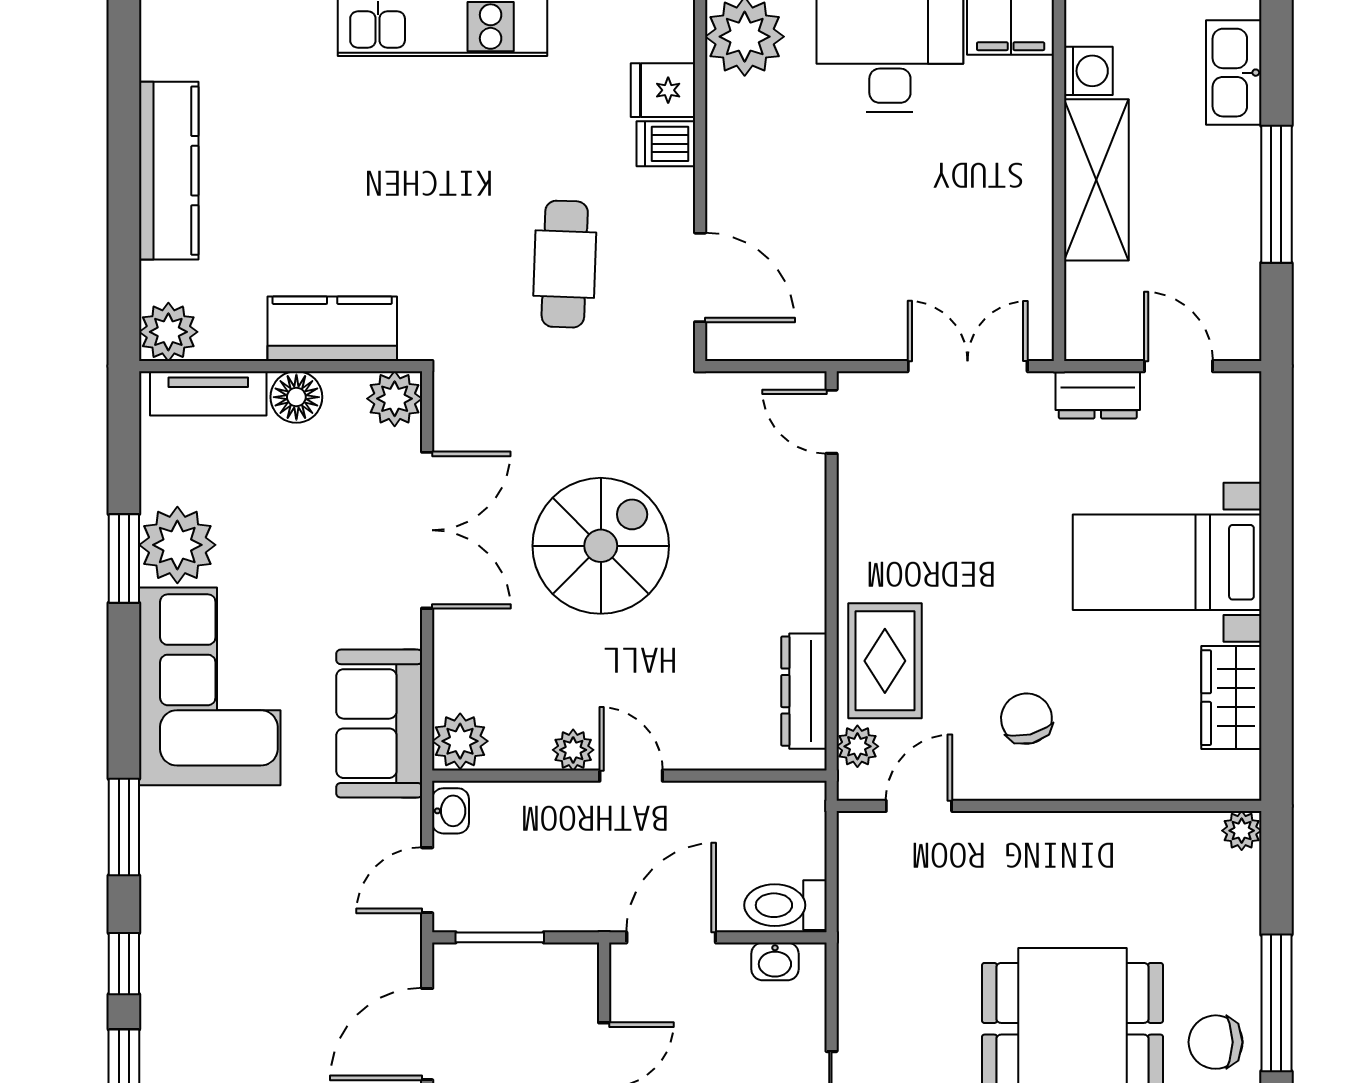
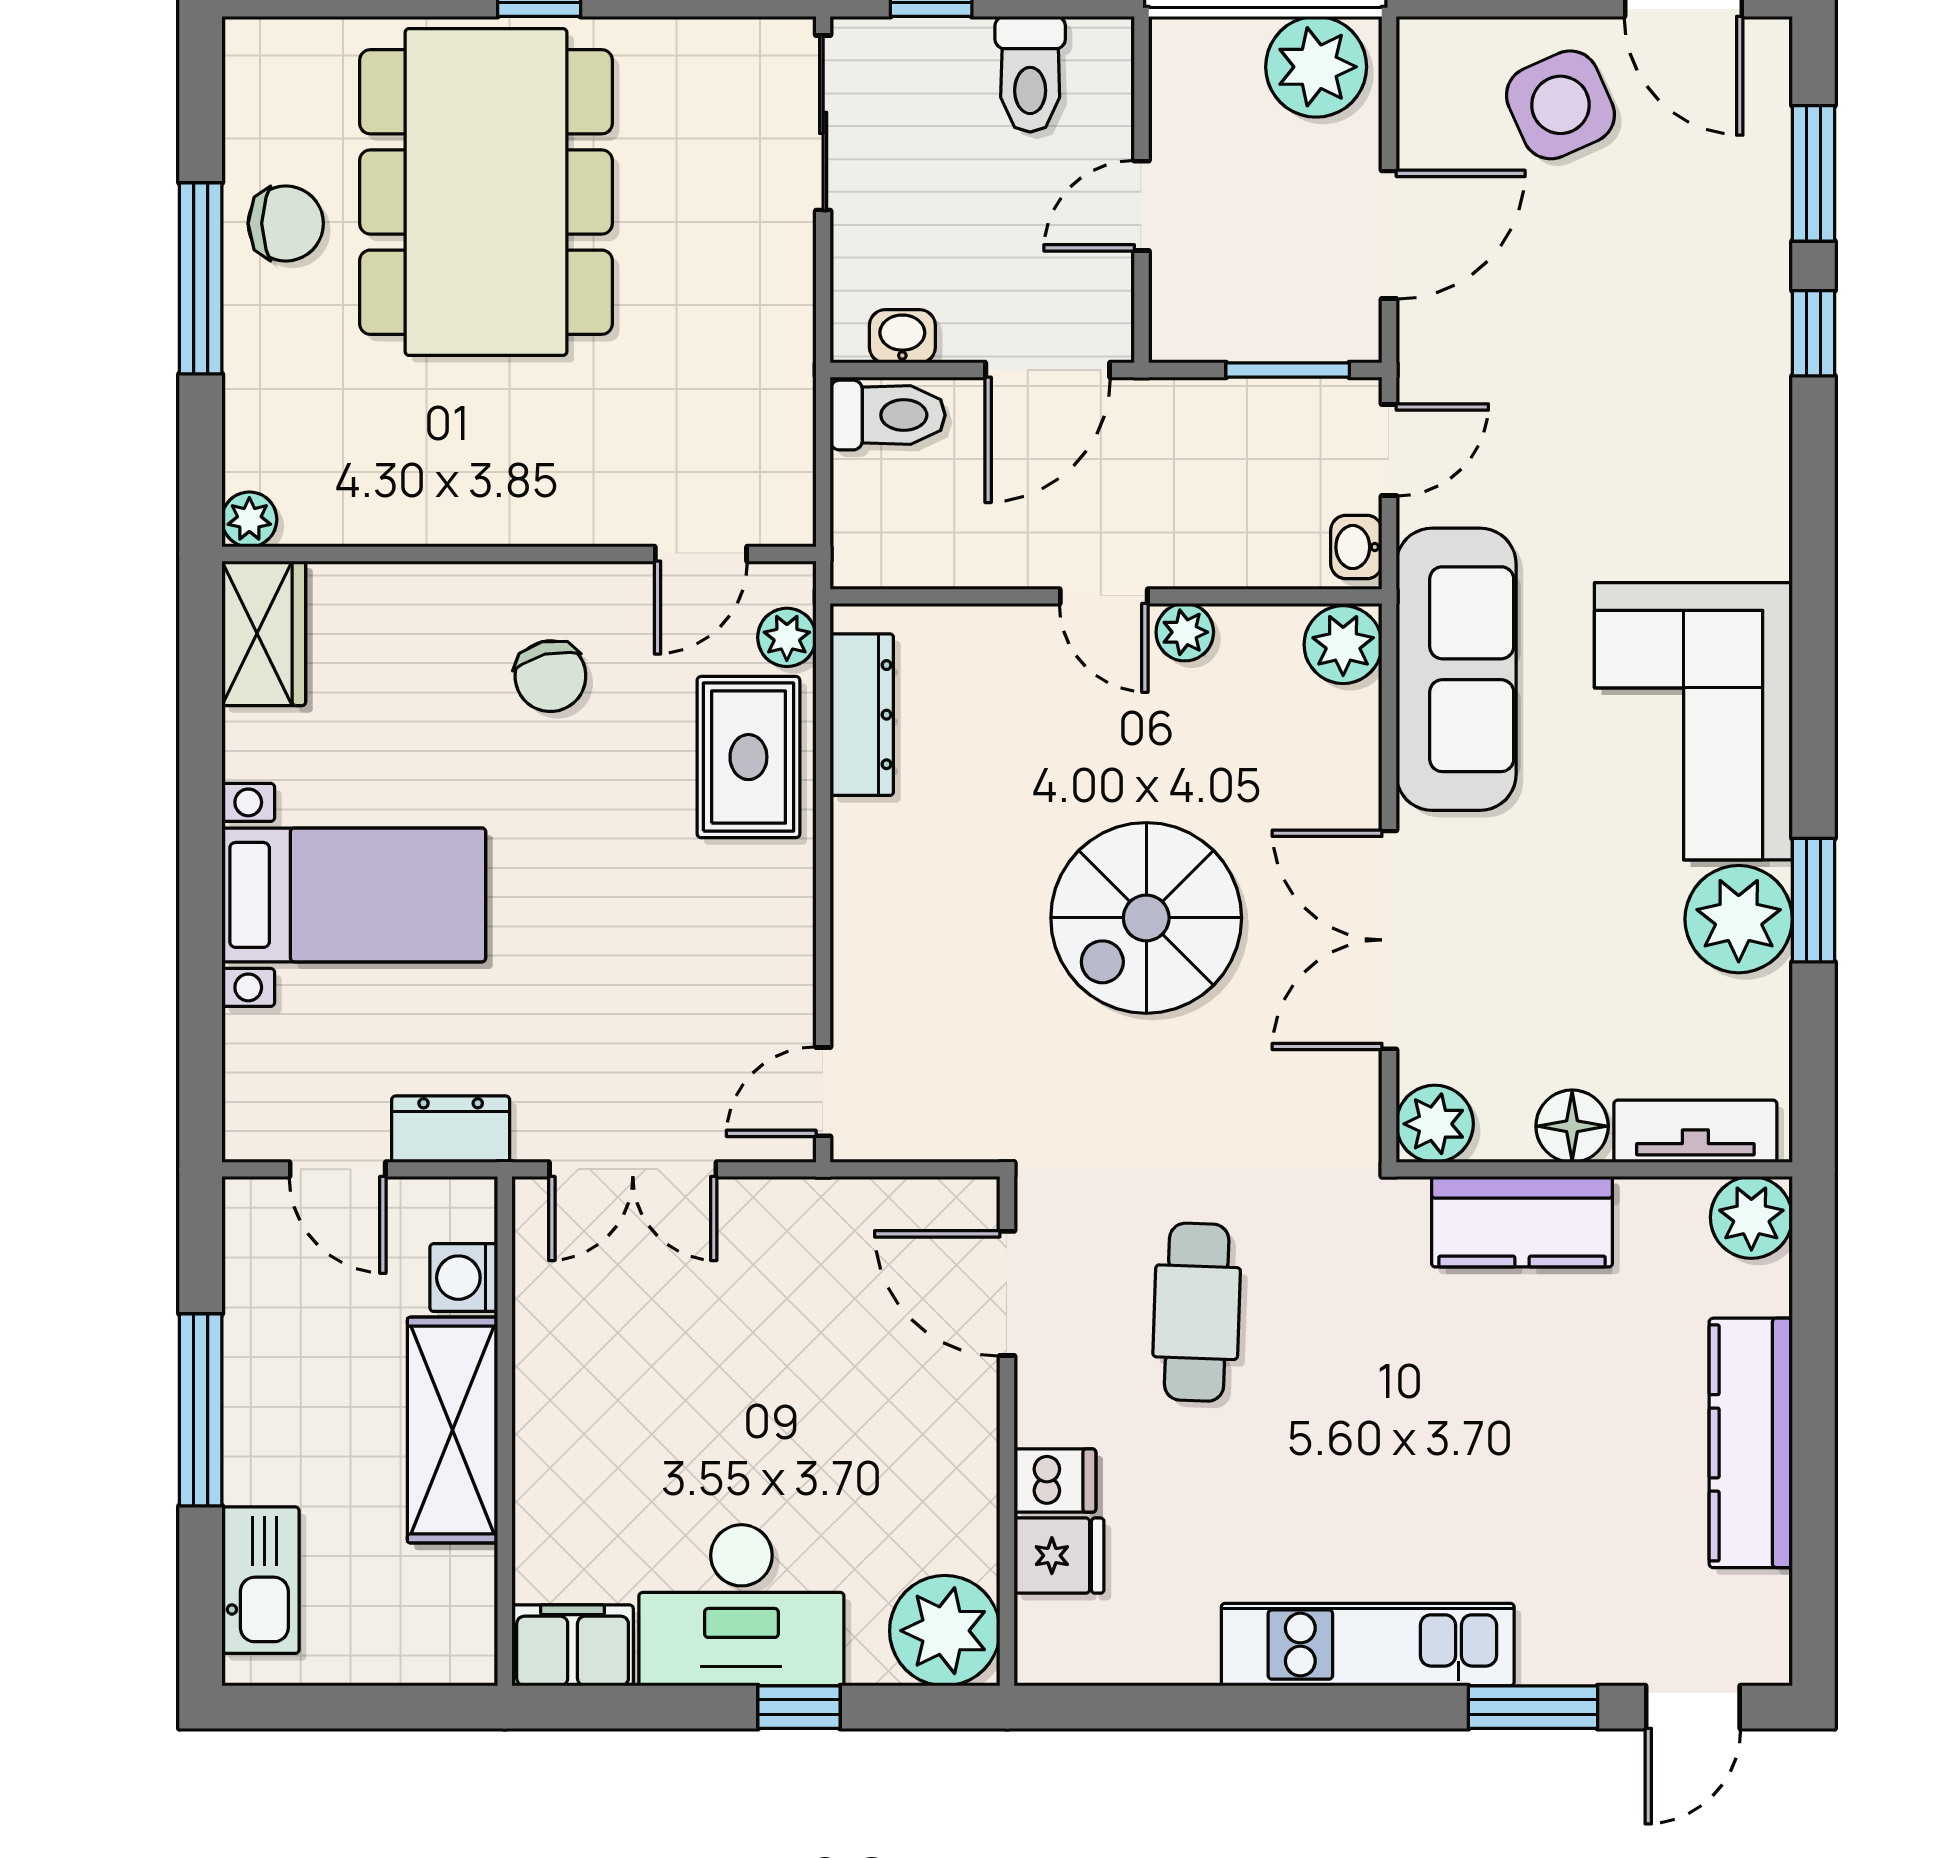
washing machine: (1088, 71) -> (464, 1278), moved
door: (832, 422) -> (823, 1092), swing flipped
wardrobe: (1231, 698) -> (264, 633), moved
sofa: (379, 724) -> (1456, 669), width x1.36
window: (124, 827) -> (1814, 524), removed

